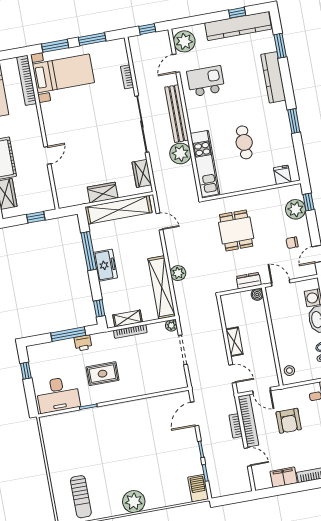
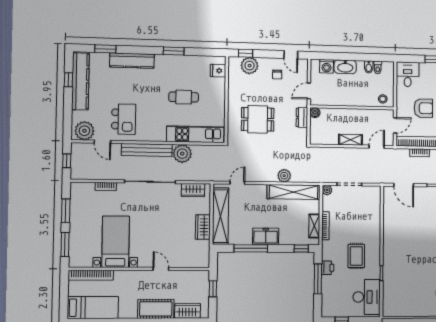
bed with nightstands: (63, 73) -> (116, 242), moved
kitchen island: (206, 81) -> (124, 119), turned 180

